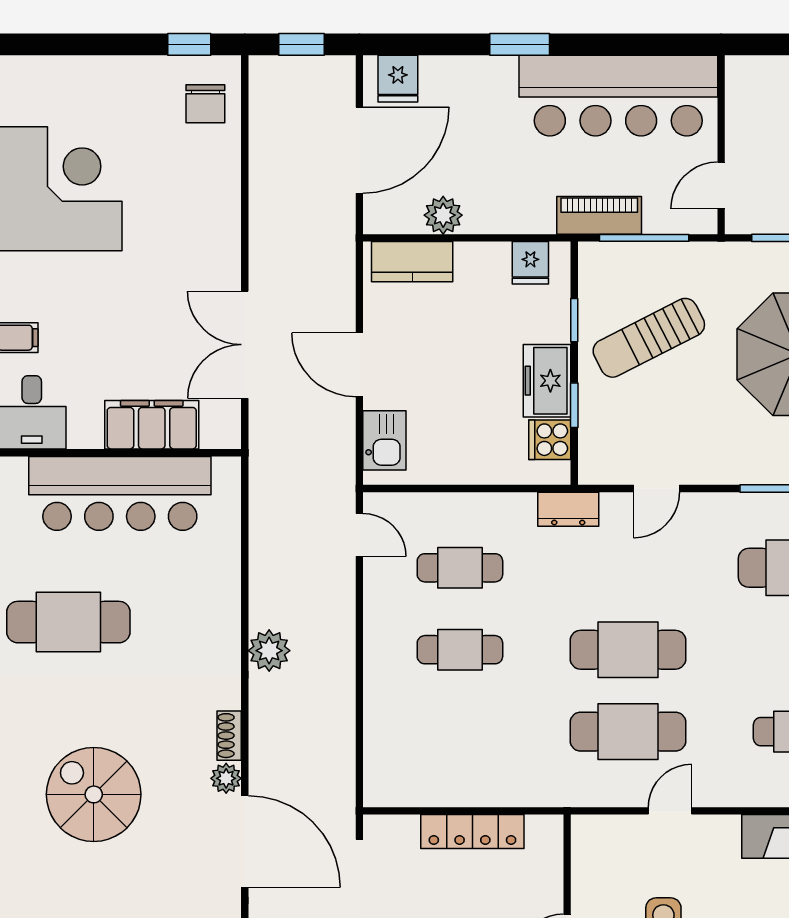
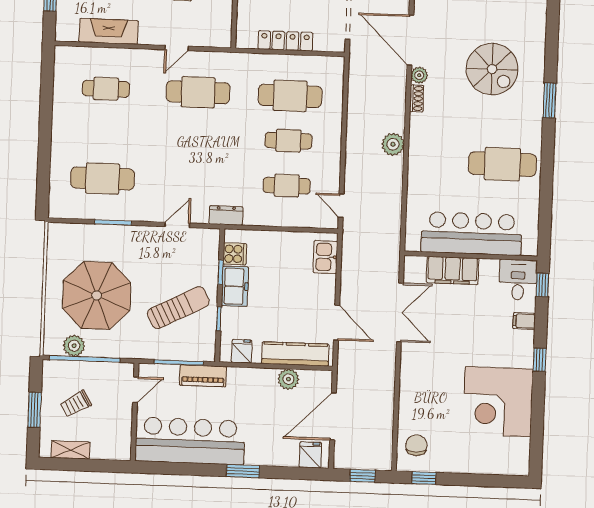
kitchen counter: (412, 262) -> (295, 354), width x1.50
door: (359, 365) -> (337, 323), moved
cafe table: (628, 650) -> (290, 96), moved

